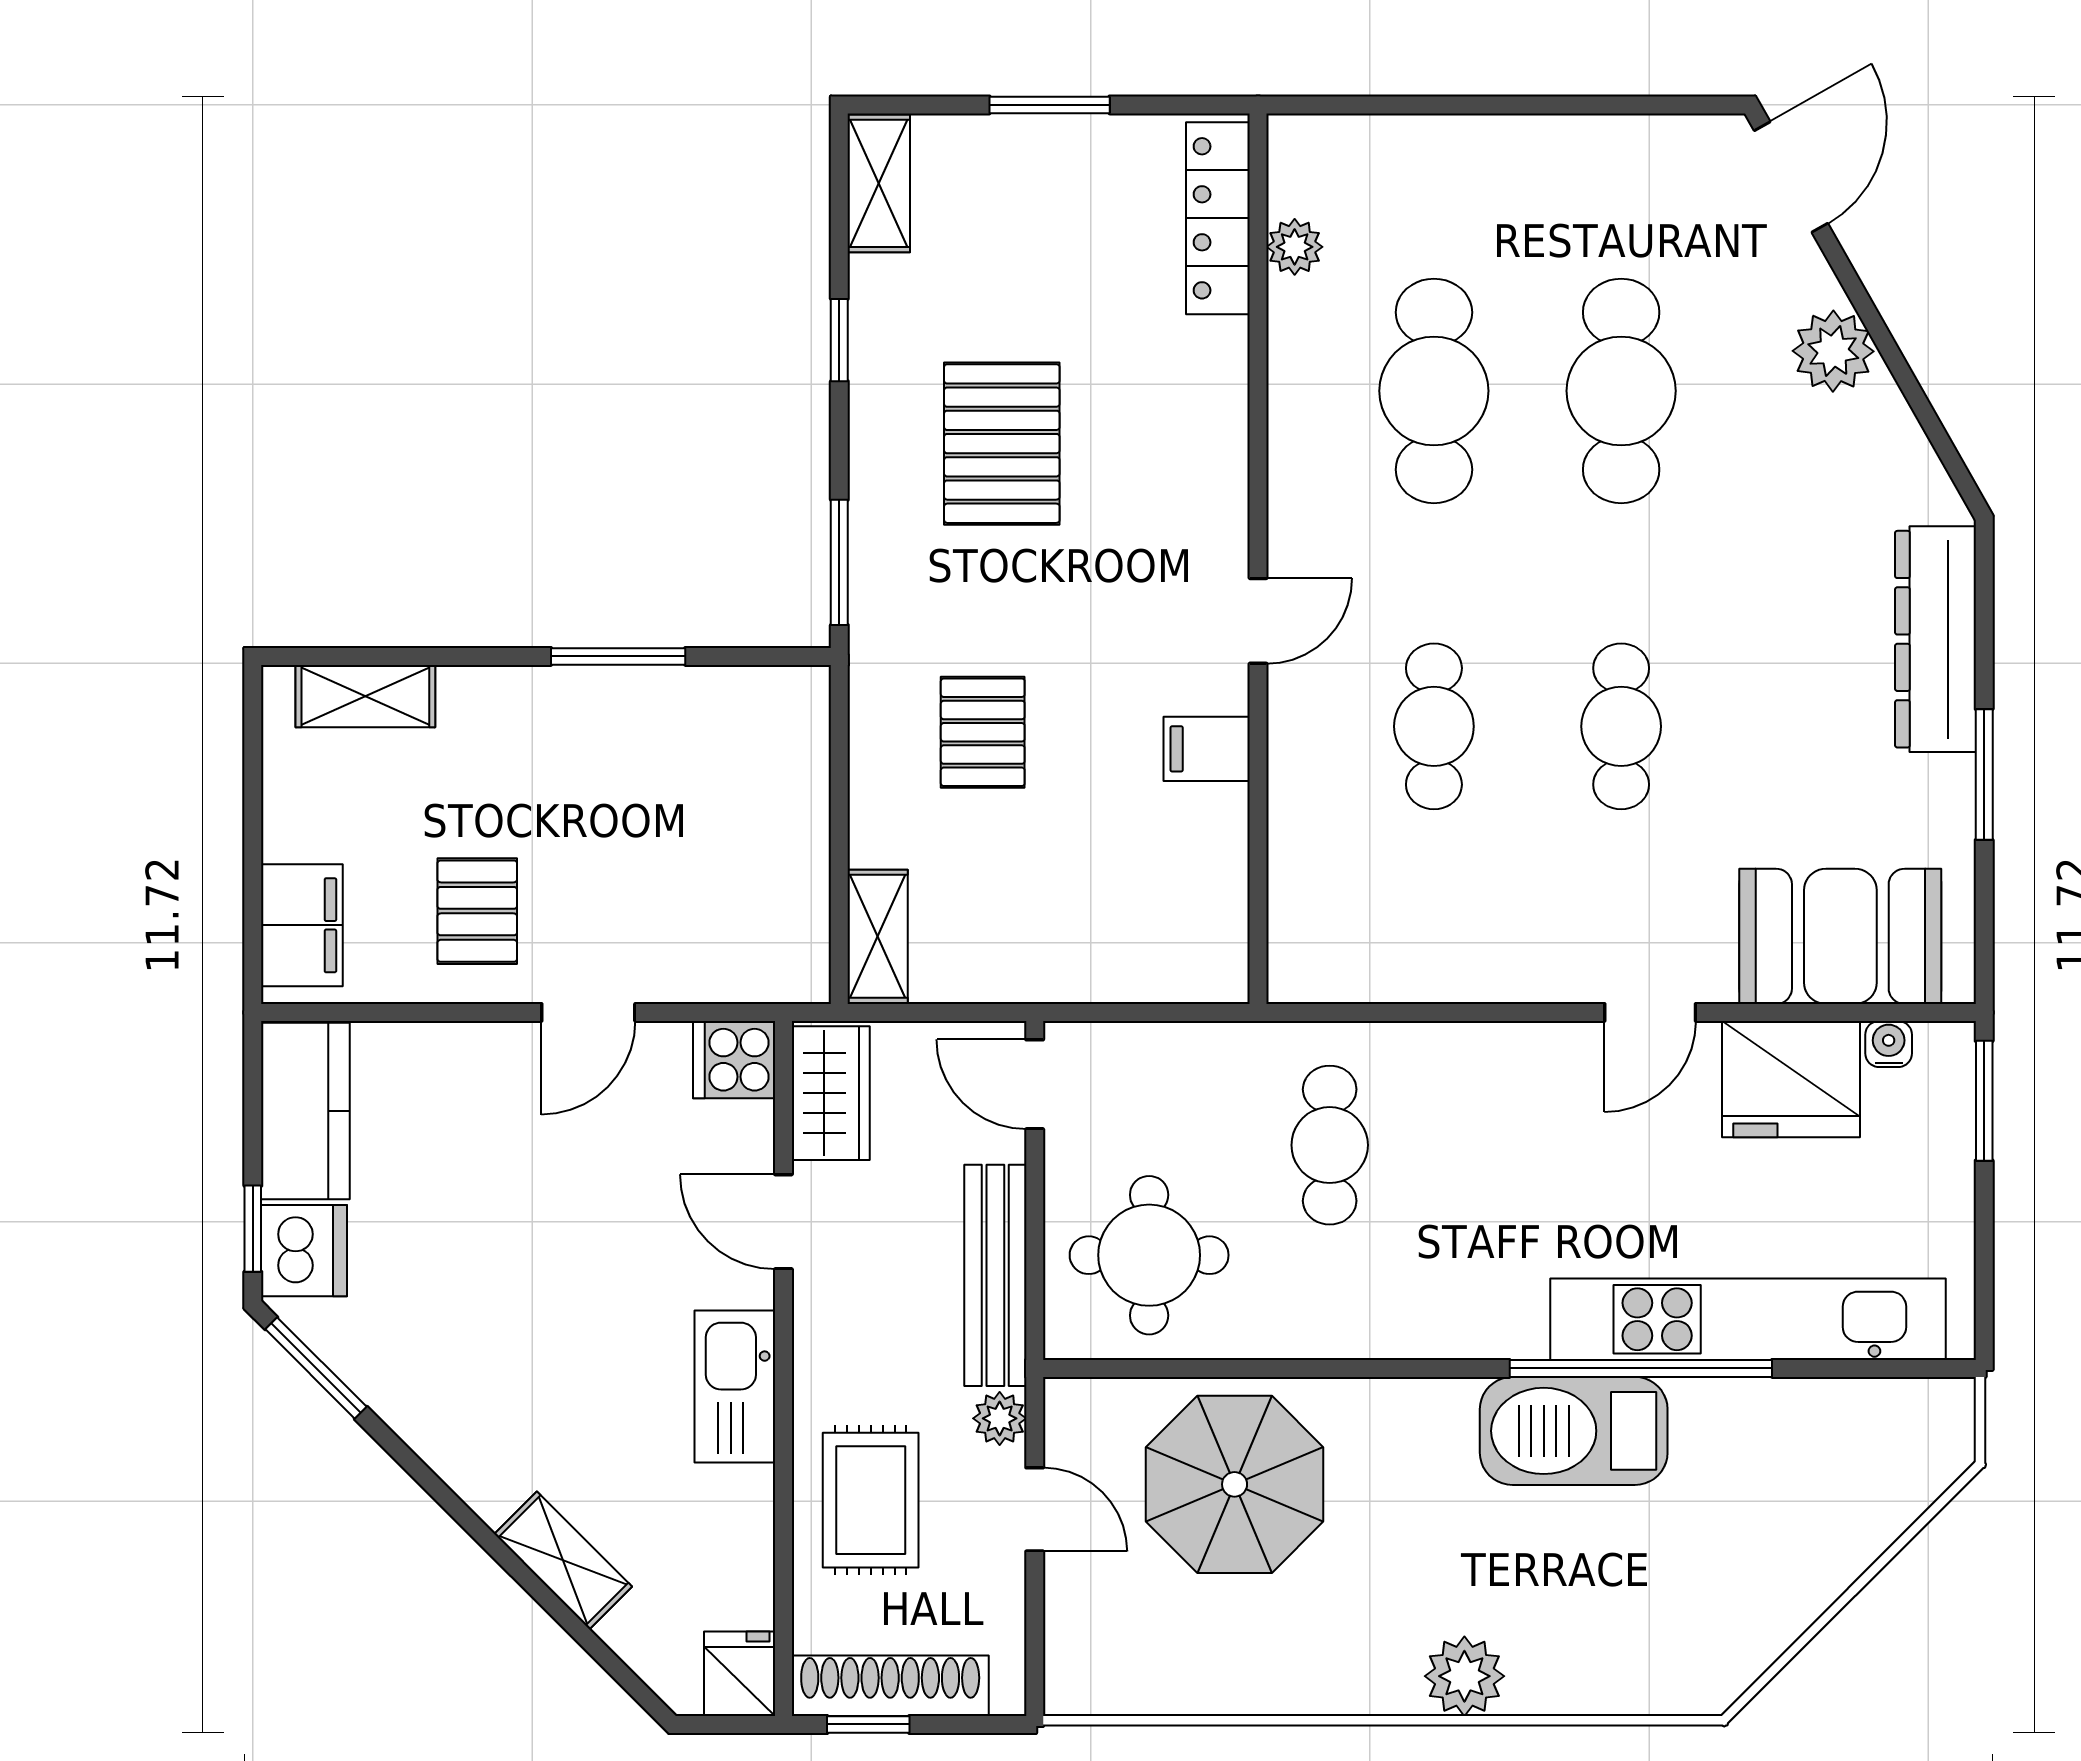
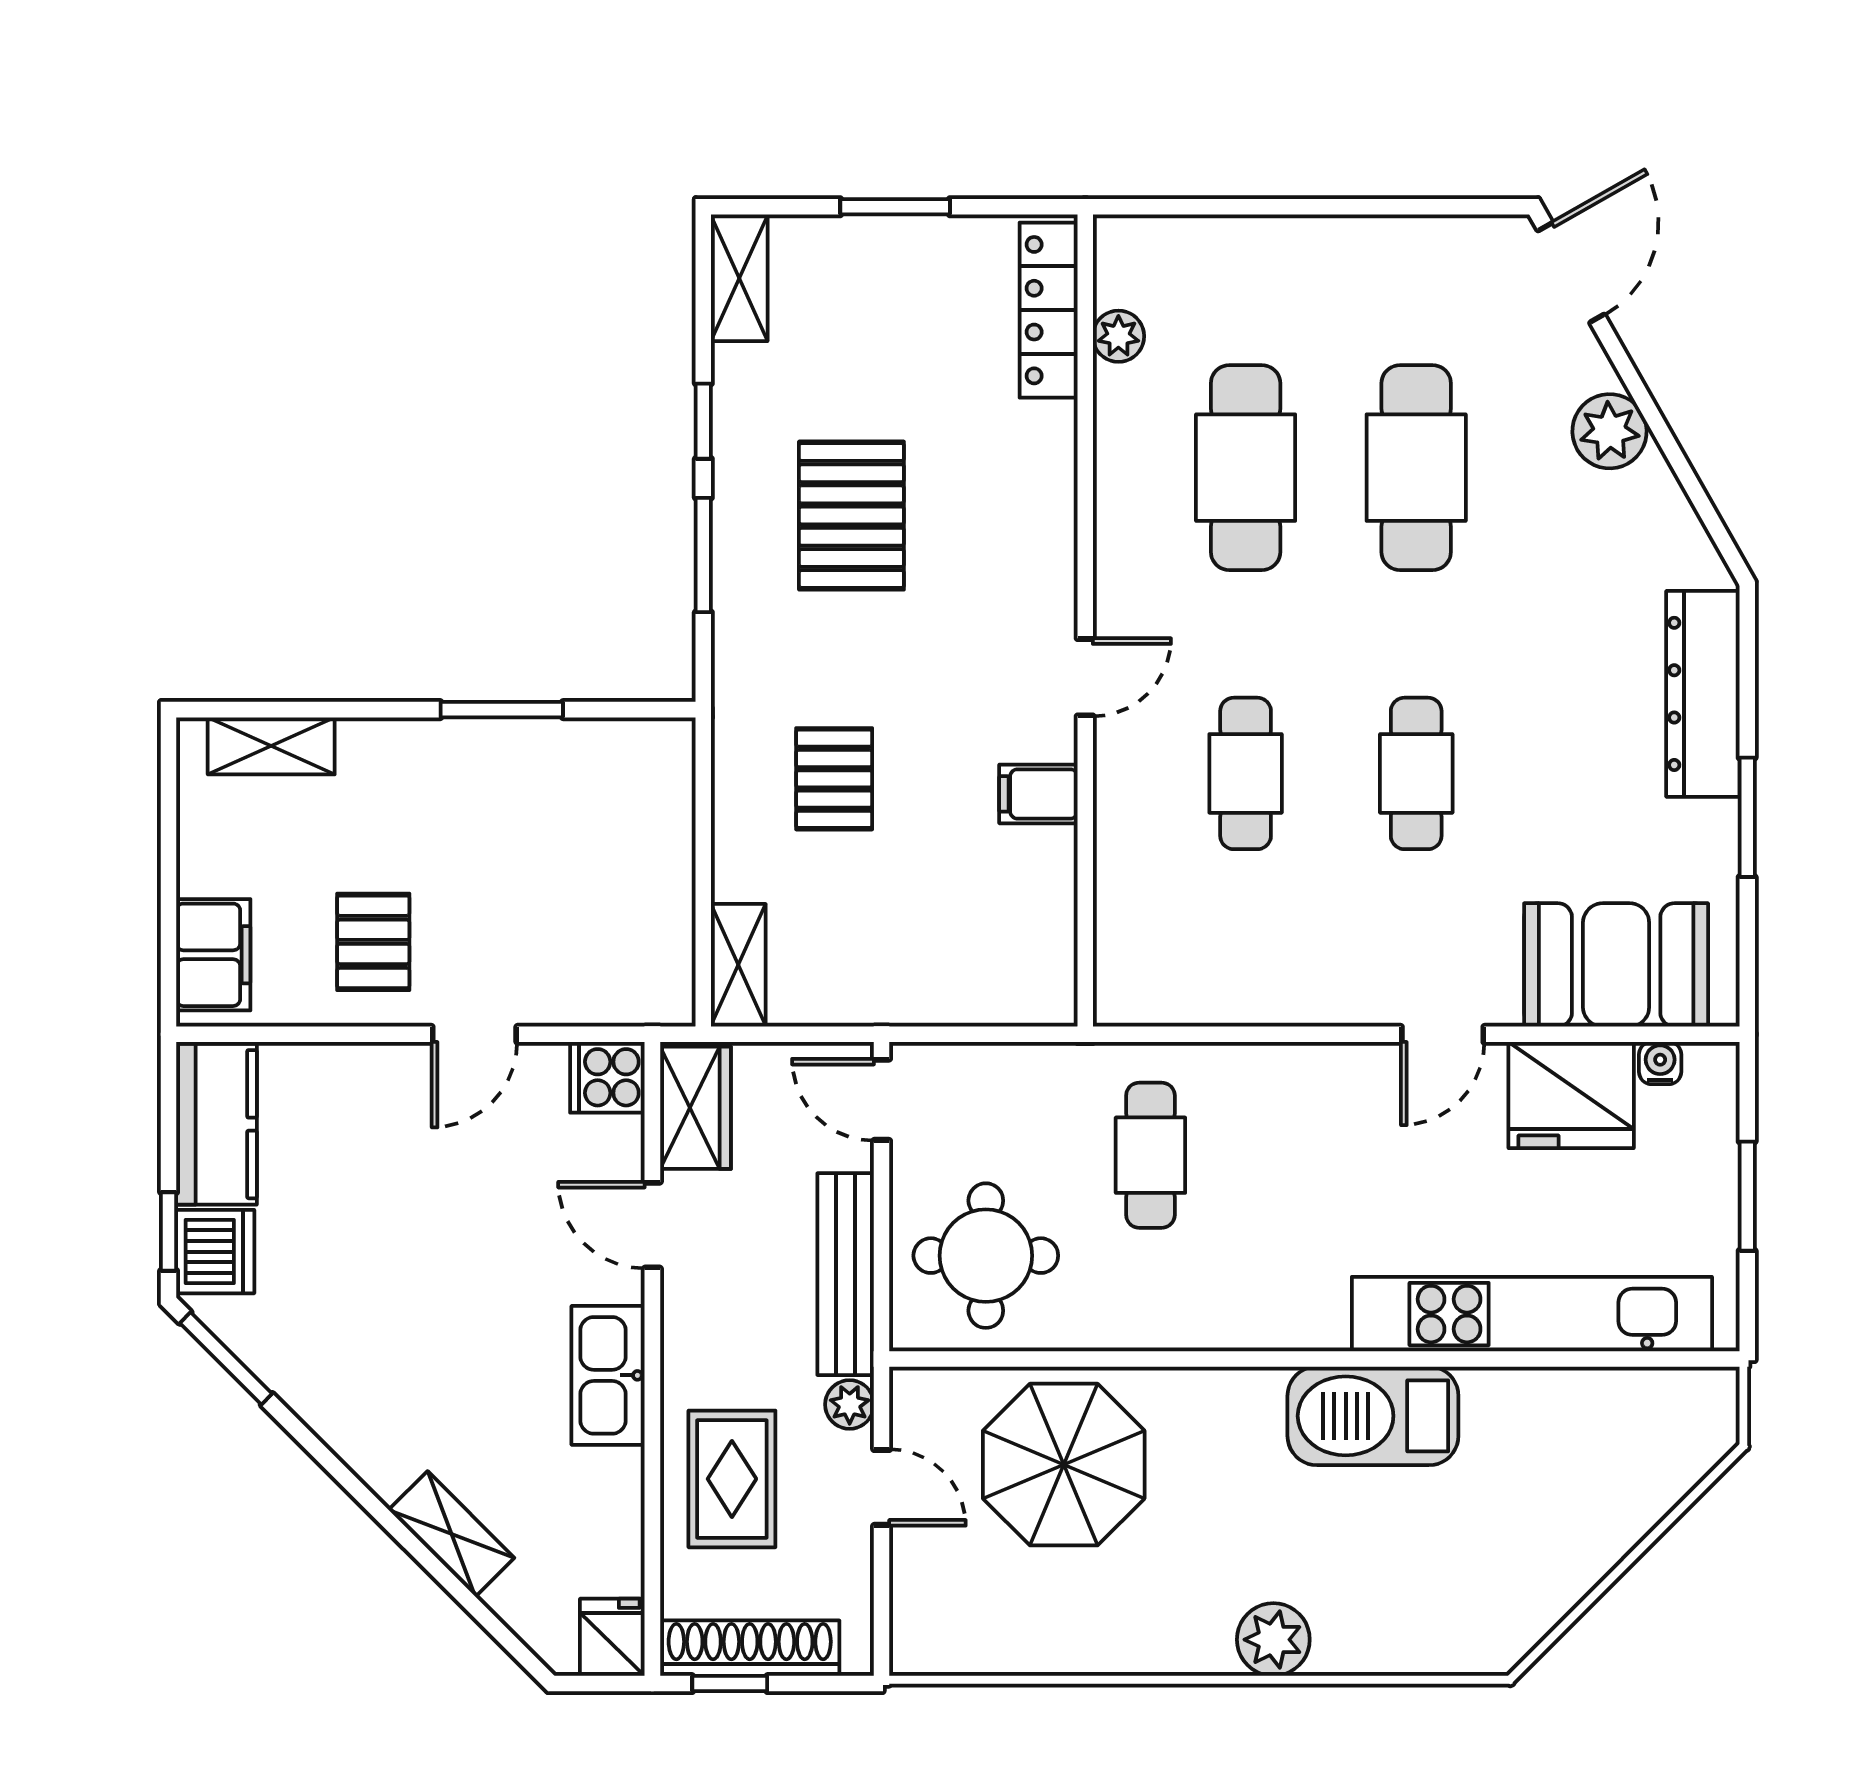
window: (839, 562) -> (703, 555), moved
window: (1984, 1101) -> (1747, 1196), moved
window: (1641, 1368) -> (1434, 1359), removed

